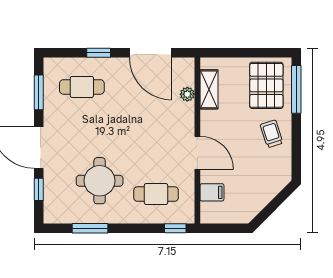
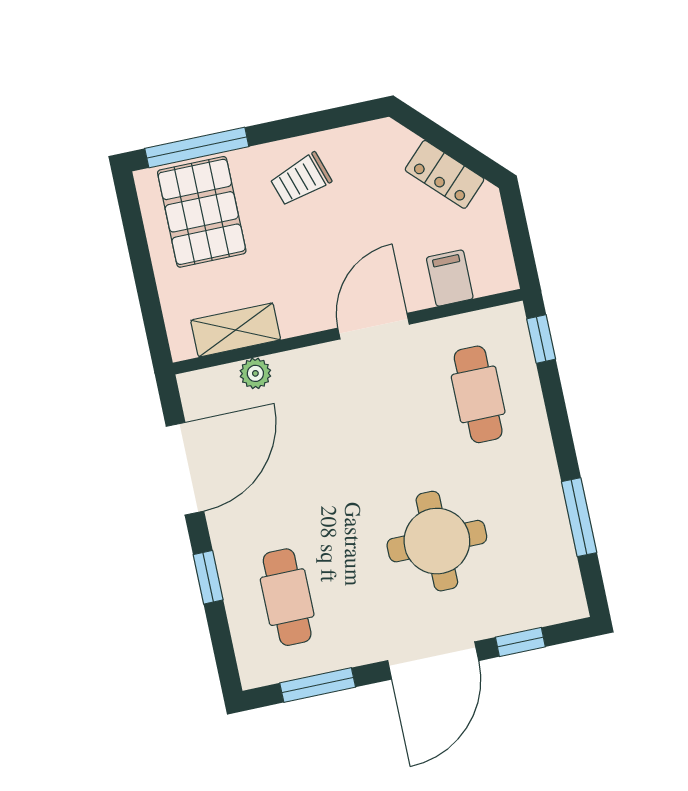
pallet: (266, 85) -> (202, 212), turned 90
round table: (100, 181) -> (437, 541), moved
locker: (260, 200) -> (445, 174), added

